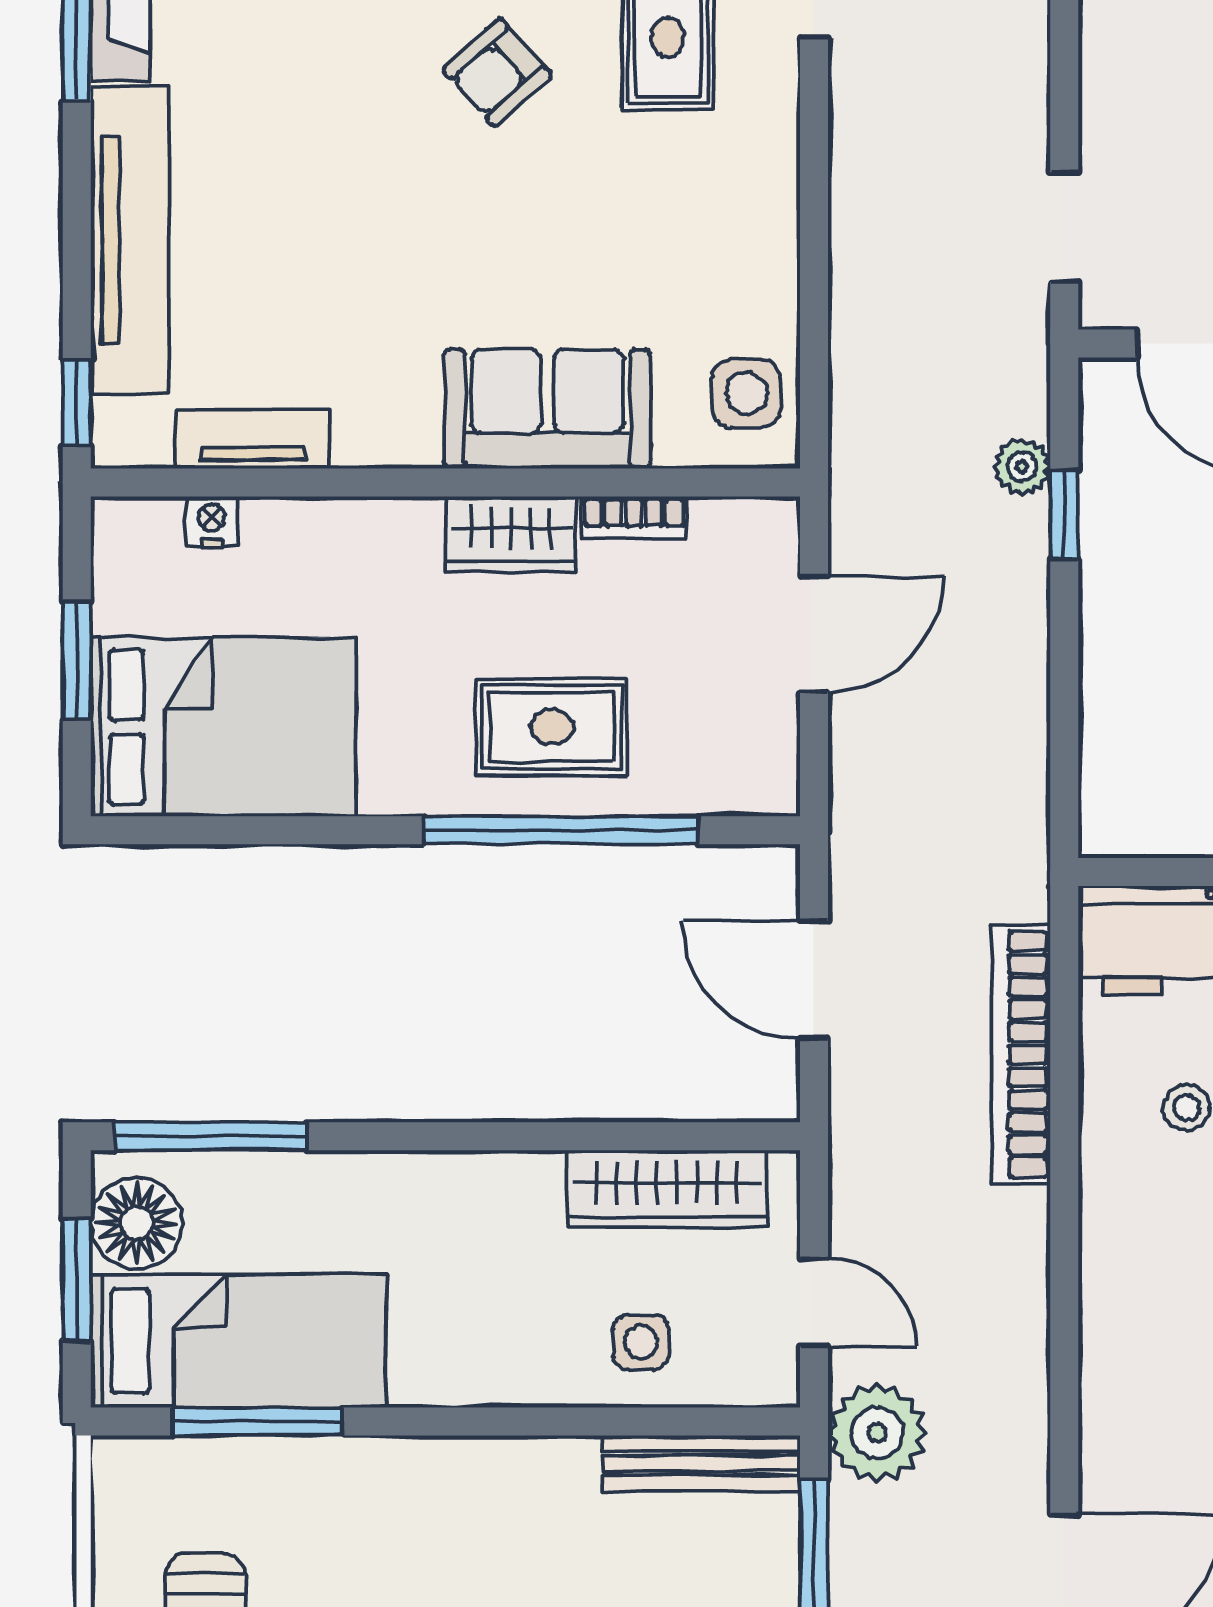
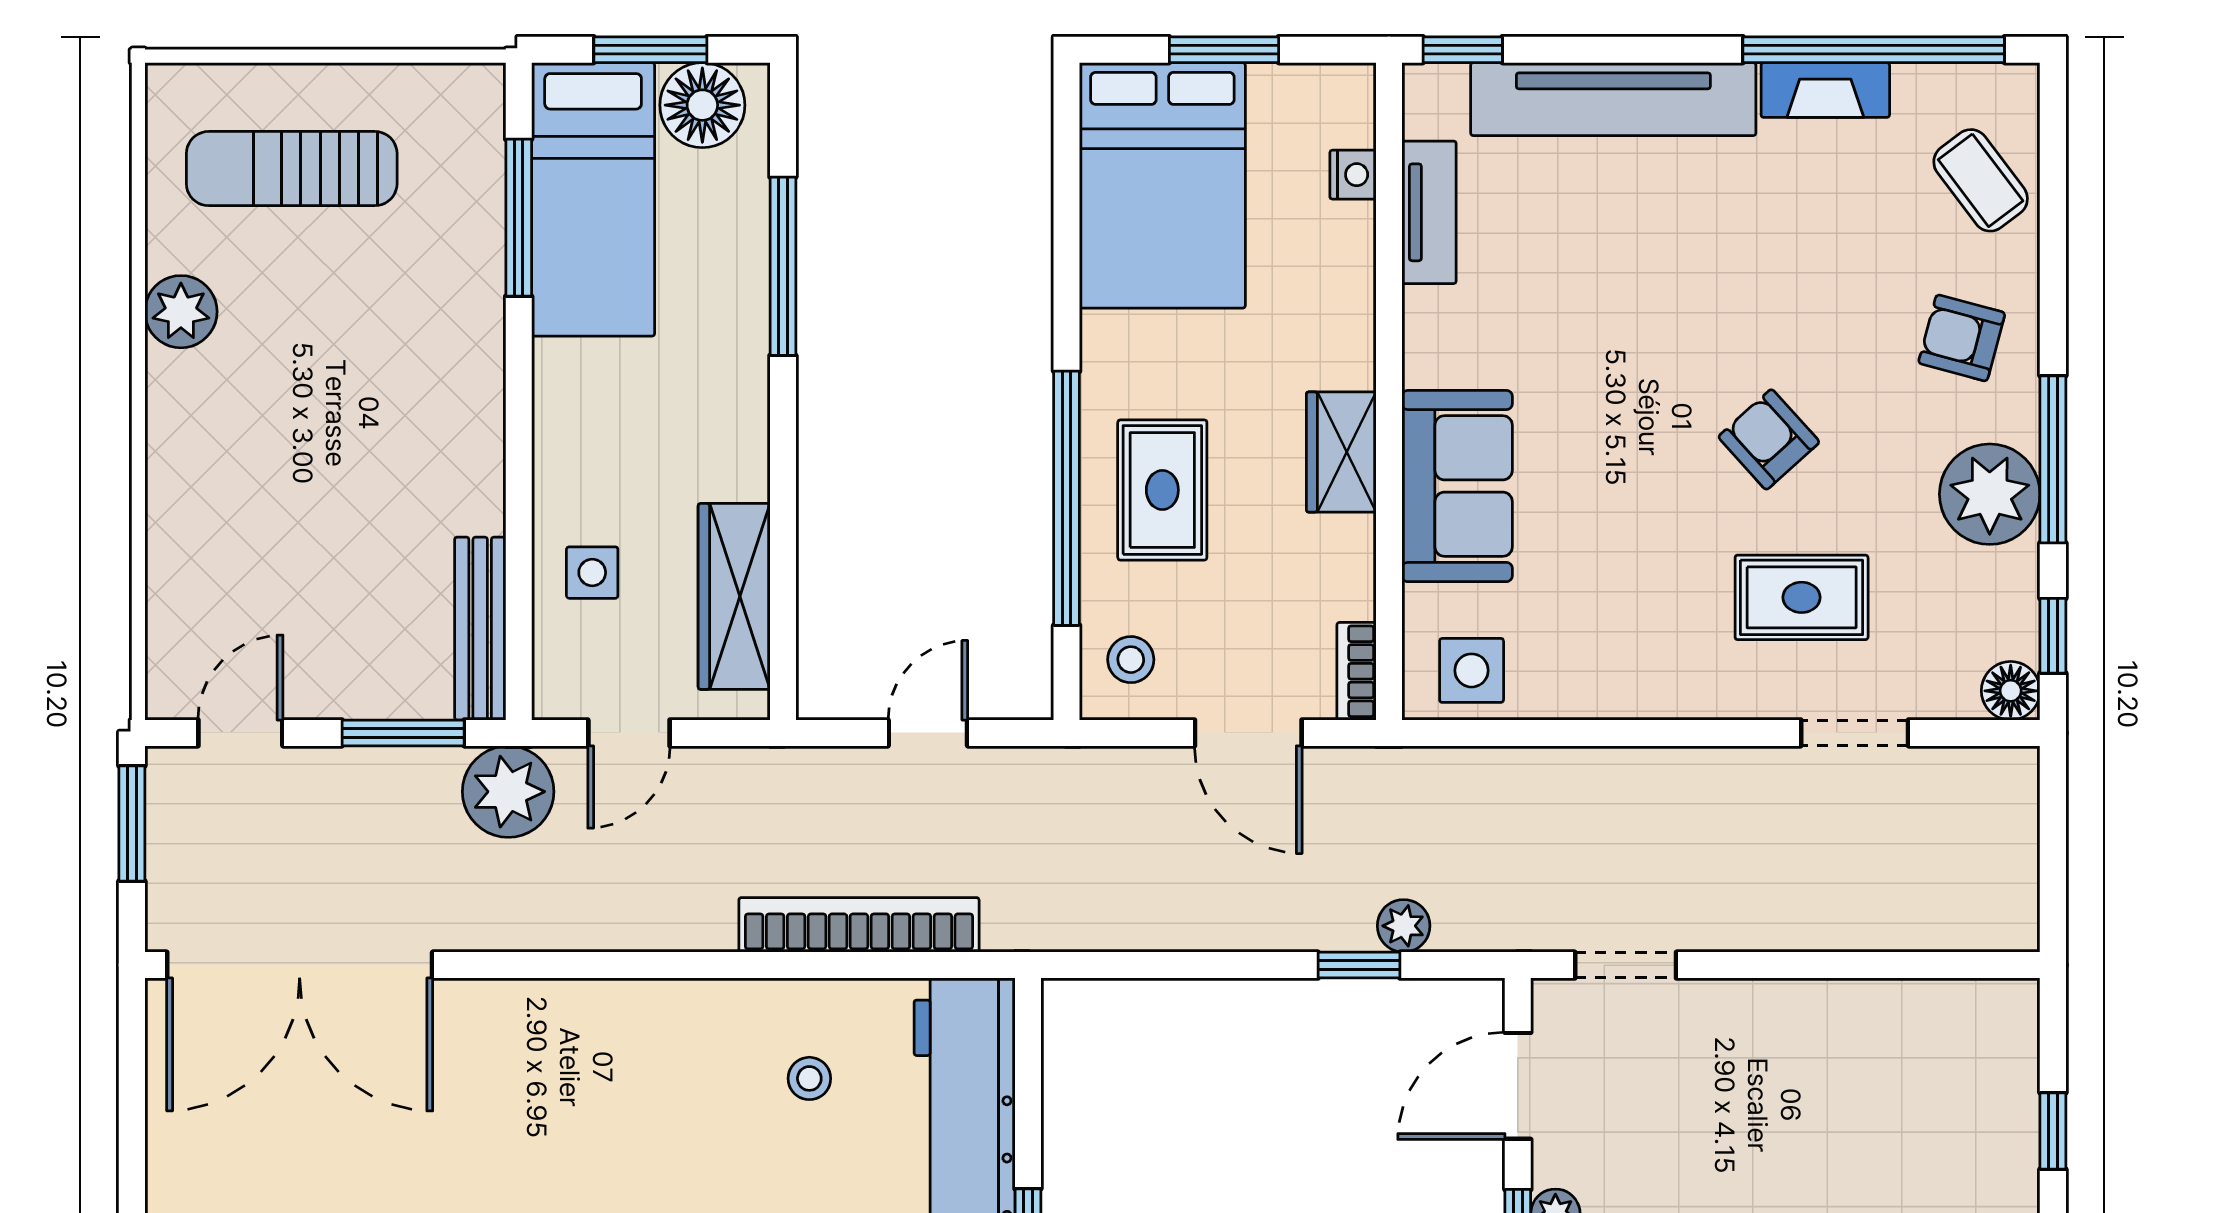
bookcase: (634, 518) -> (1356, 671), moved
stool: (735, 761) -> (1131, 660), added
door: (814, 980) -> (928, 733), width x0.73
window: (211, 1136) -> (783, 266), moved

